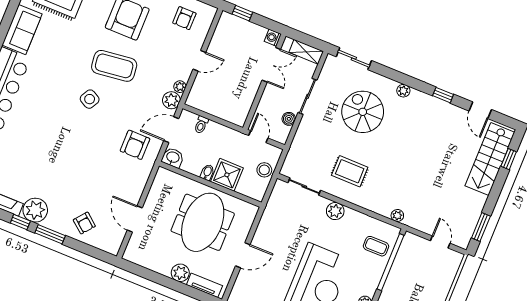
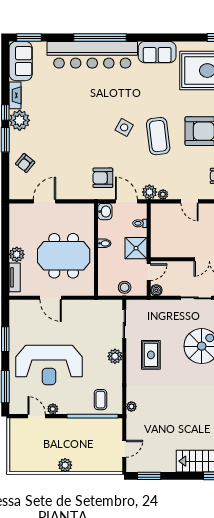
boiler: (289, 119) -> (156, 290), moved
shower: (227, 175) -> (136, 248), moved

